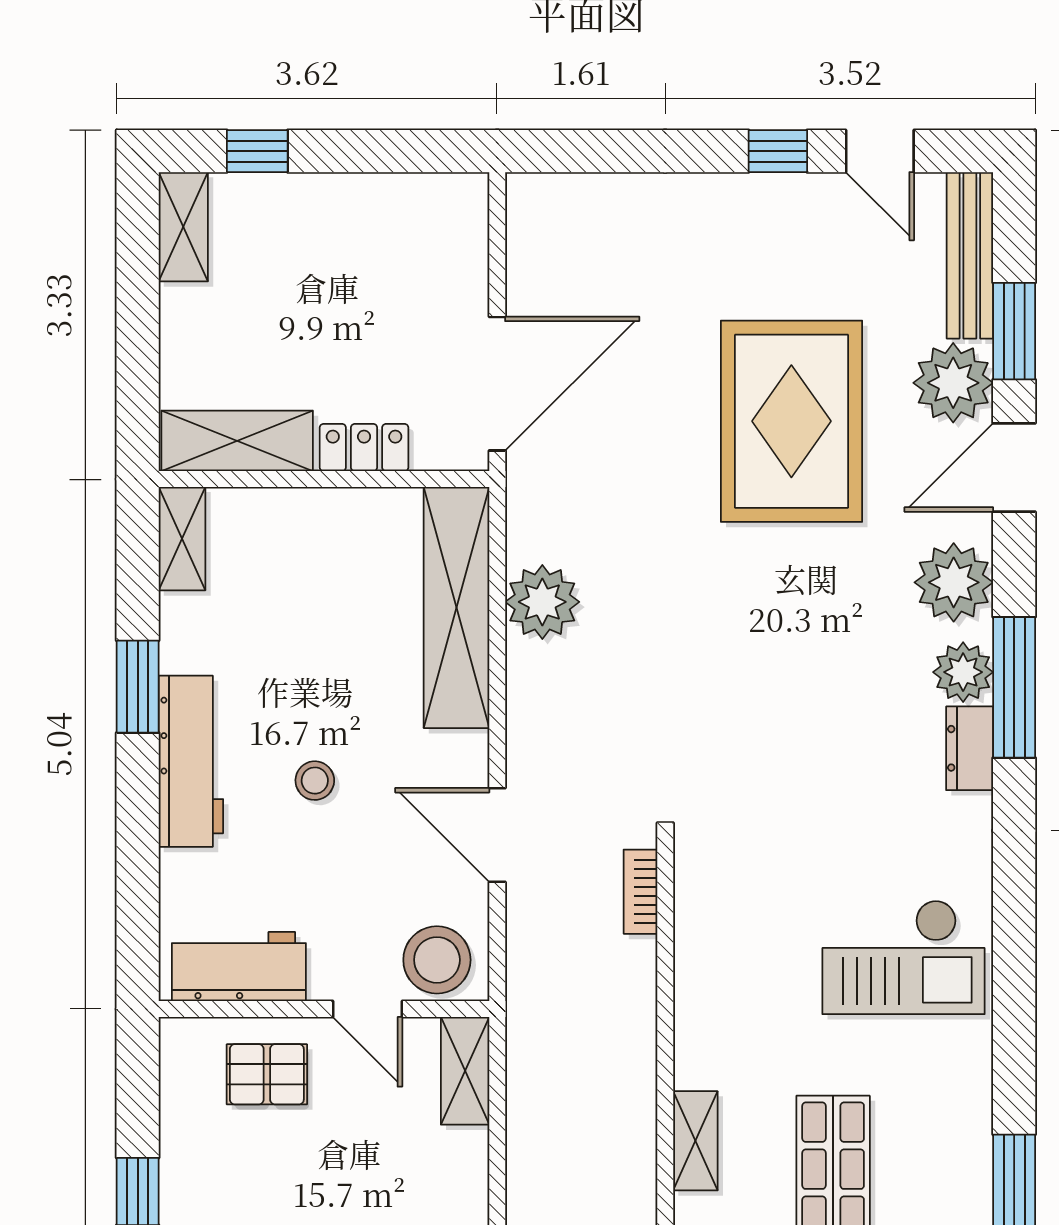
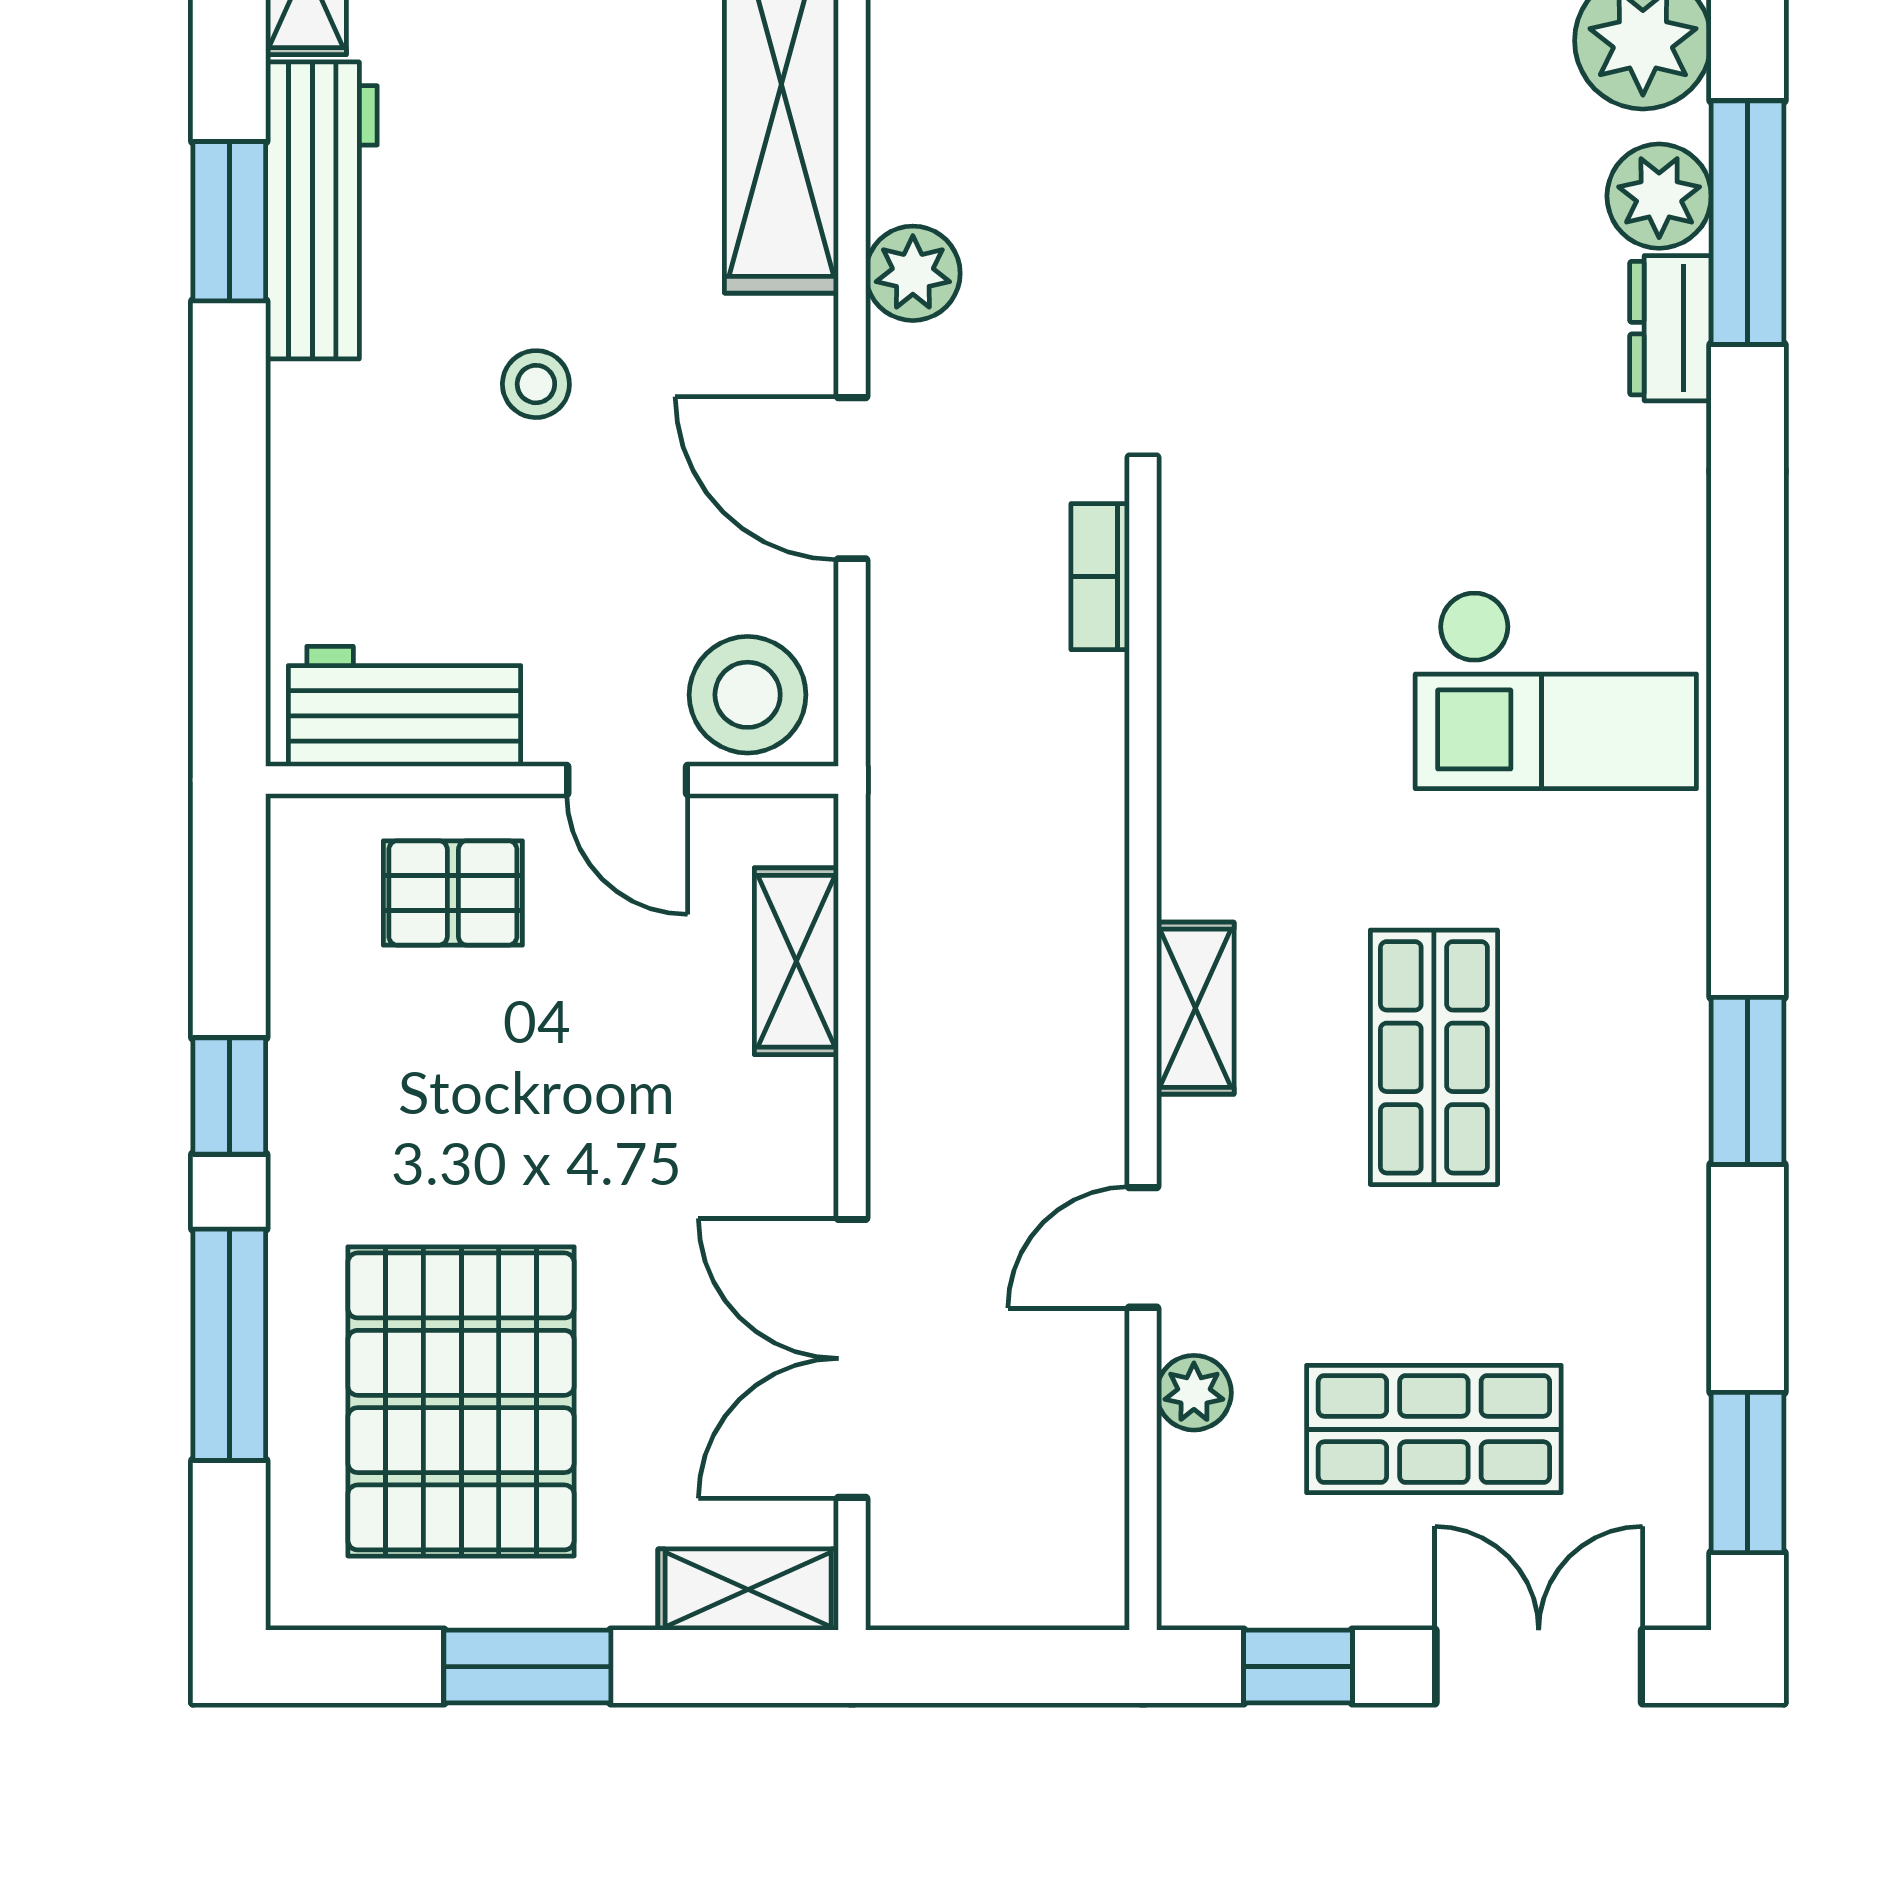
plant: (542, 602) -> (913, 273), moved, width x0.73, depth x0.73
workbench: (191, 761) -> (321, 210), moved
shelving: (465, 1071) -> (796, 961), moved

